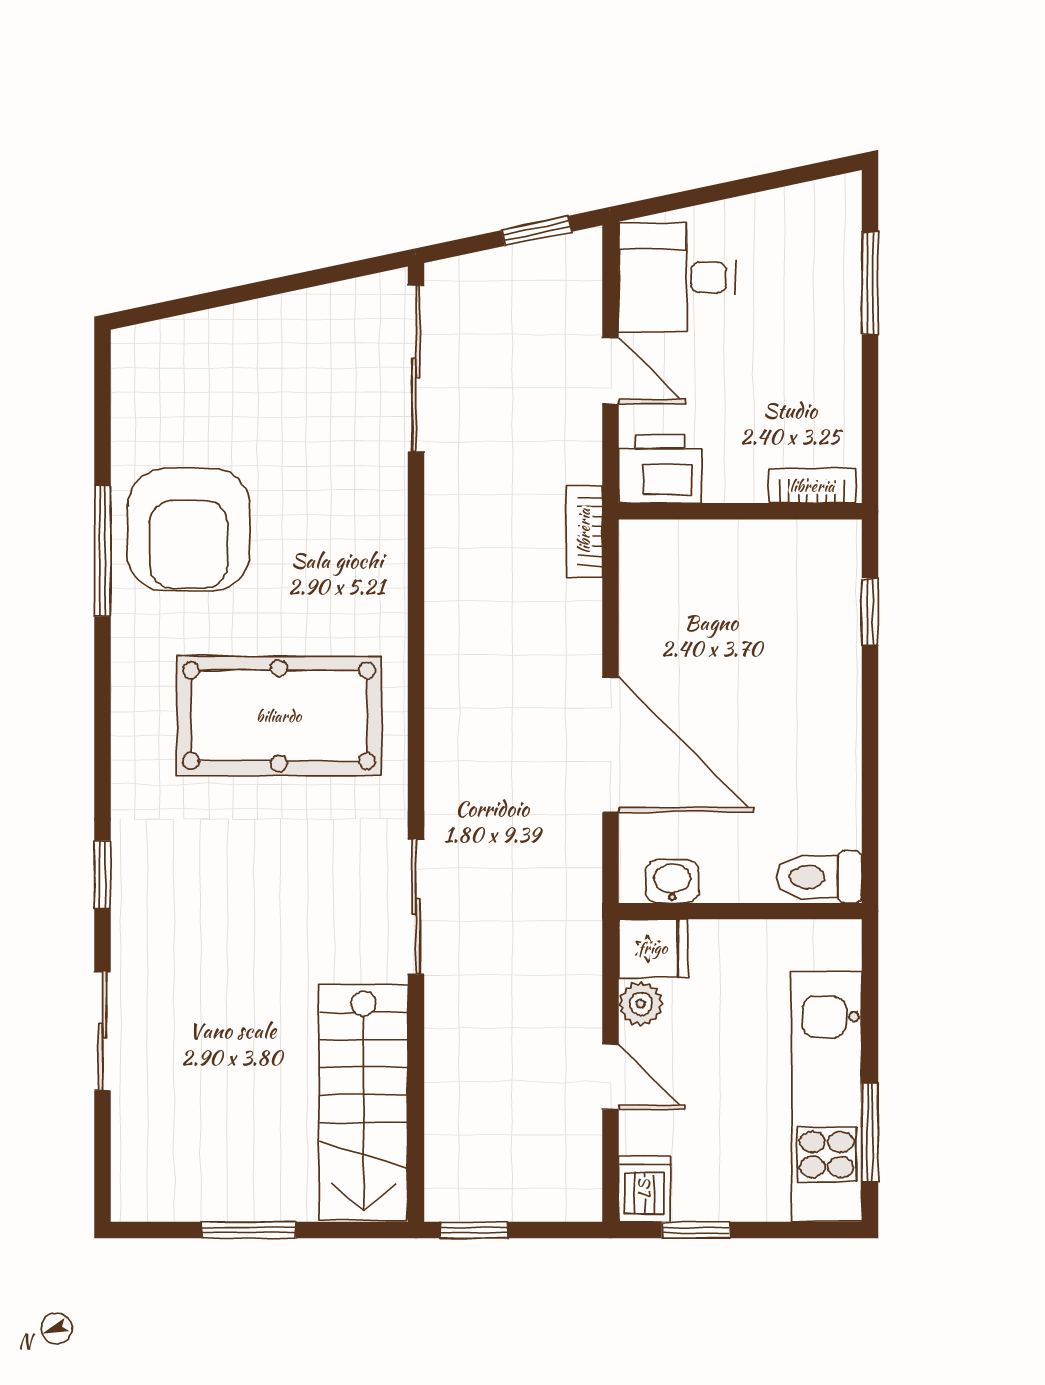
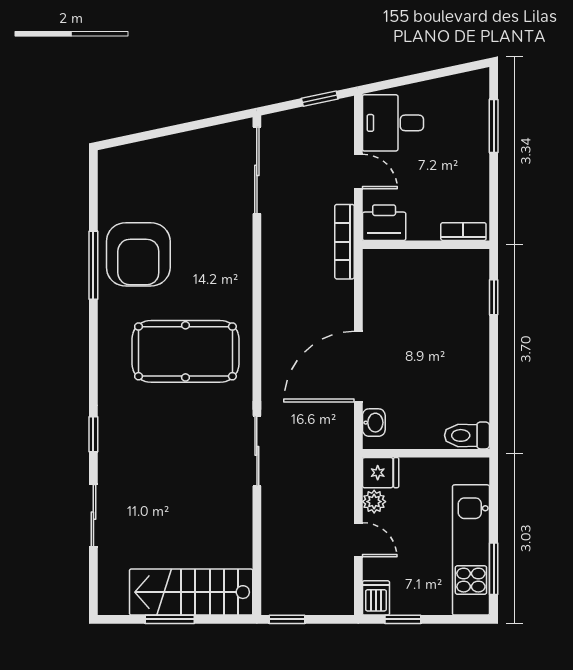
bookcase: (584, 531) -> (345, 242), width x1.56
door: (611, 745) -> (358, 367), swing flipped
washbasin: (672, 881) -> (374, 423), moved, turned 90
stairs: (363, 1103) -> (191, 592), moved, turned 90

